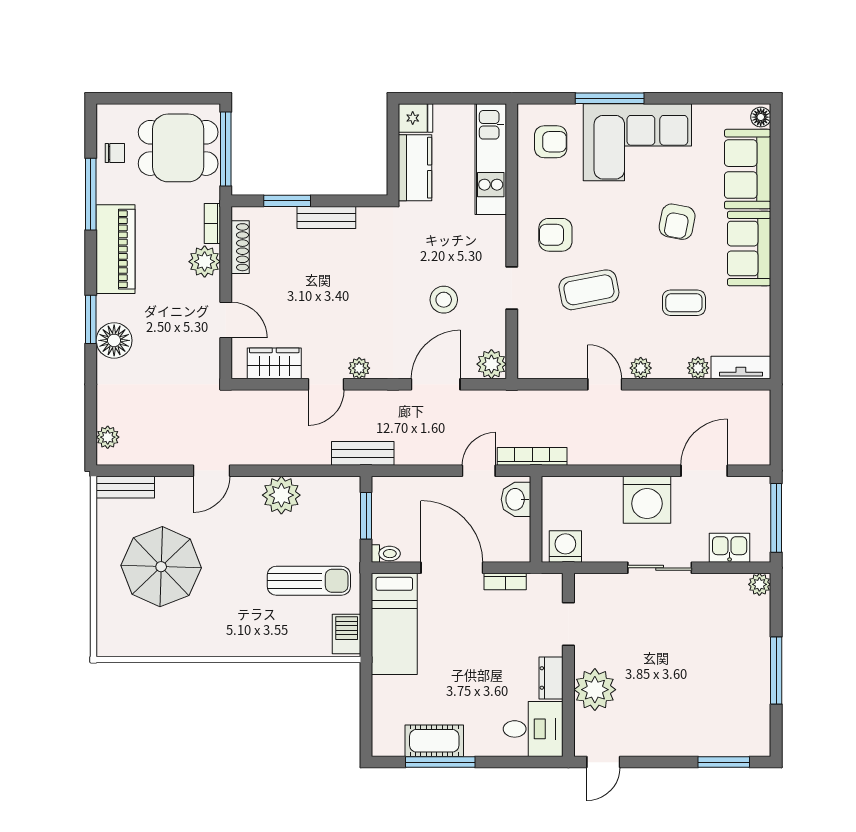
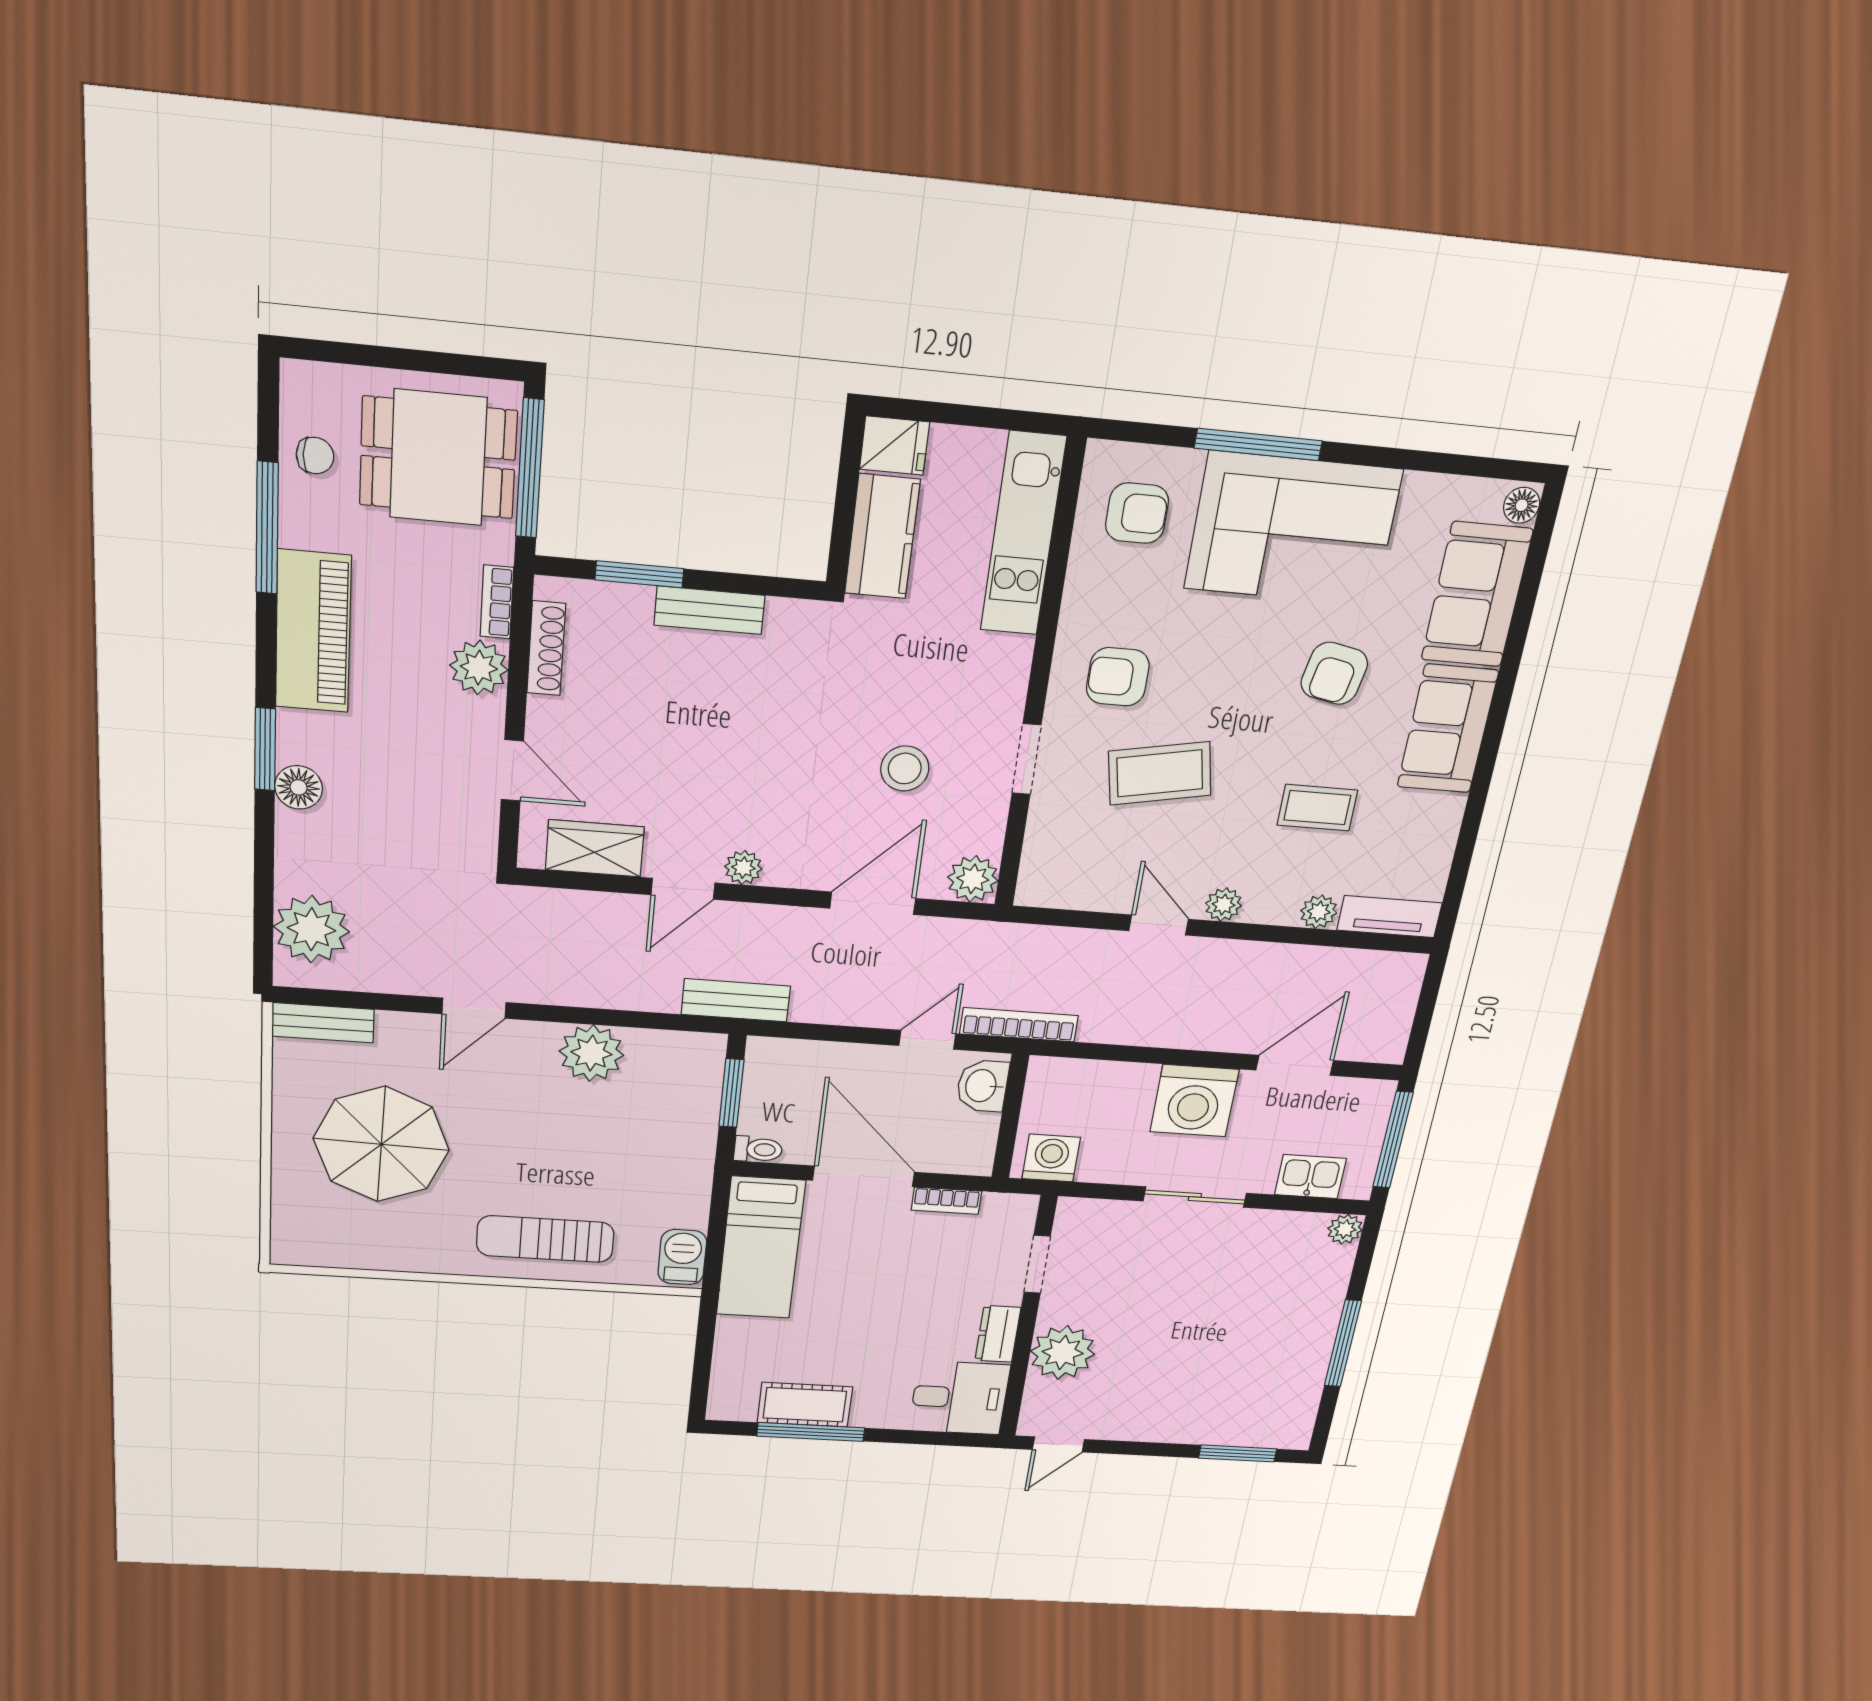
floor lamp: (114, 340) -> (299, 787), width x0.73, depth x0.73
plant: (108, 437) -> (311, 929), width x1.88, depth x1.88
sun lounger: (309, 581) -> (545, 1239), moved, turned 180

